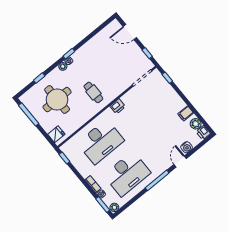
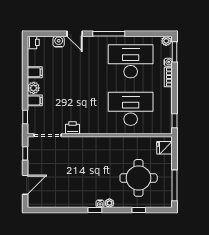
door: (130, 32) -> (25, 185), hinge flipped
cafe table: (93, 92) -> (101, 158), removed
filing cabinet: (170, 94) -> (35, 100), added
printer: (118, 106) -> (73, 128), moved
plant: (196, 124) -> (34, 88), moved
door: (180, 161) -> (75, 34), hinge flipped

